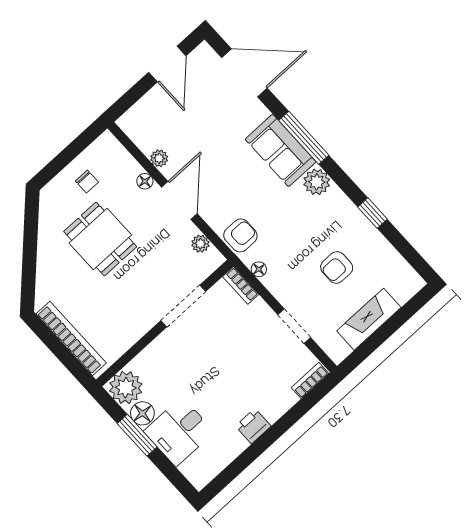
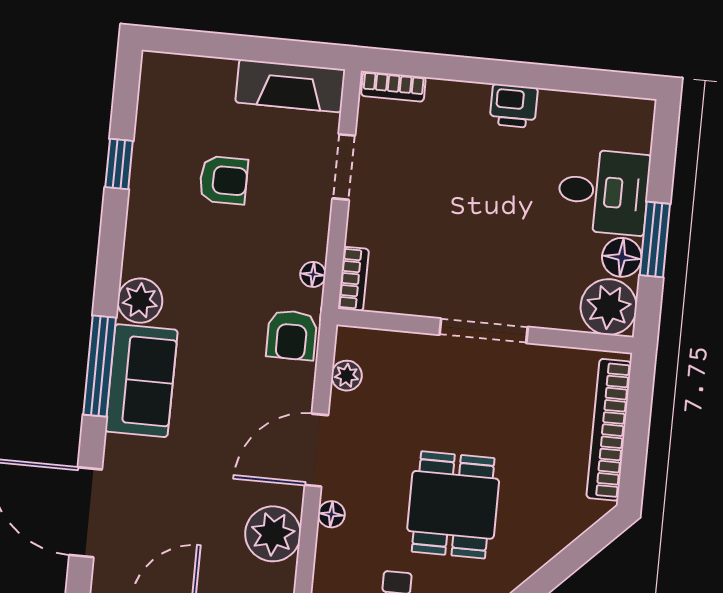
plant: (159, 158) -> (273, 534), width x1.87, depth x1.87
window: (373, 213) -> (119, 164), moved
armchair: (240, 235) -> (292, 335), turned -90
doorway: (183, 306) -> (484, 331), moved
fireplace: (369, 319) -> (290, 86), moved

